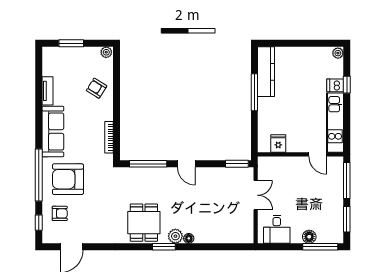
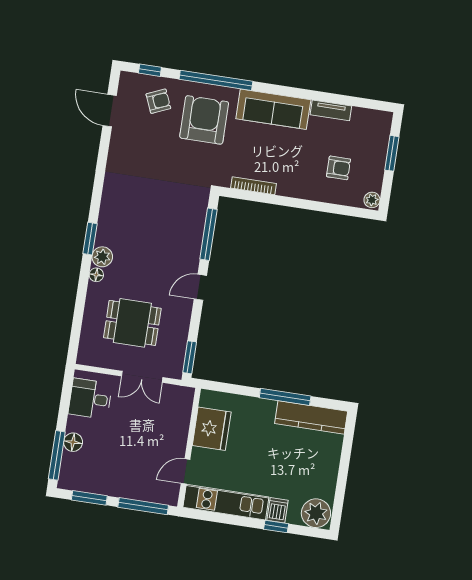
plant: (338, 53) -> (316, 513), width x1.88, depth x1.88
armchair: (97, 88) -> (339, 168), moved, turned 58
fridge: (278, 144) -> (212, 429), width x1.88, depth x1.34
armchair: (60, 213) -> (158, 101), turned -113
dining table: (144, 223) -> (132, 323), moved

